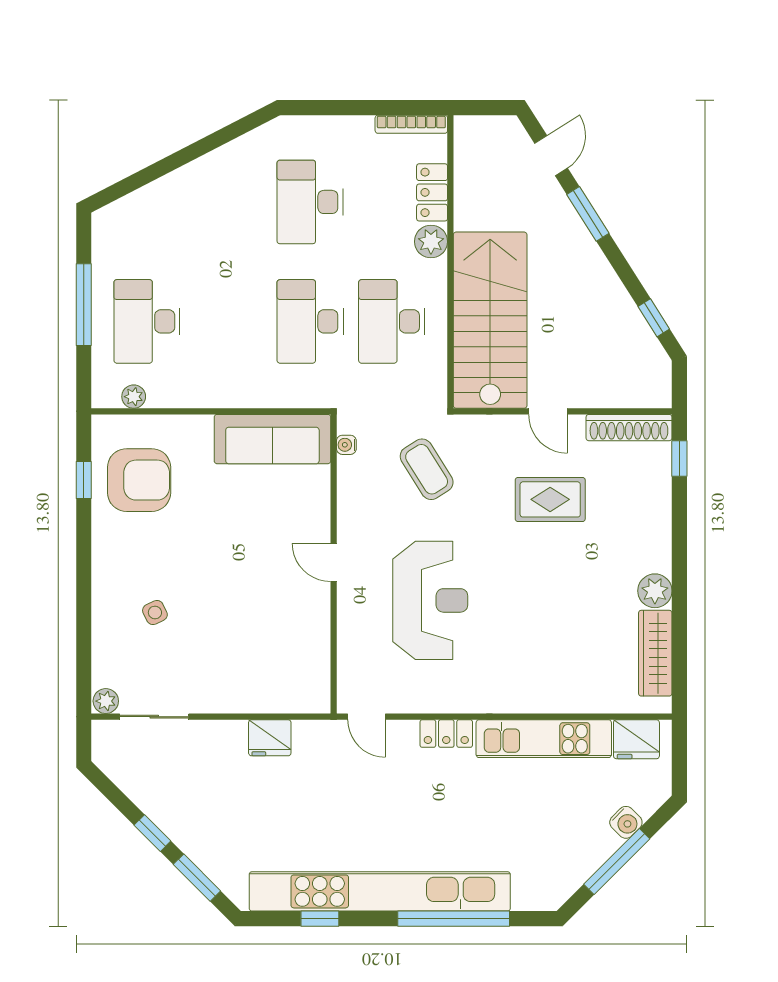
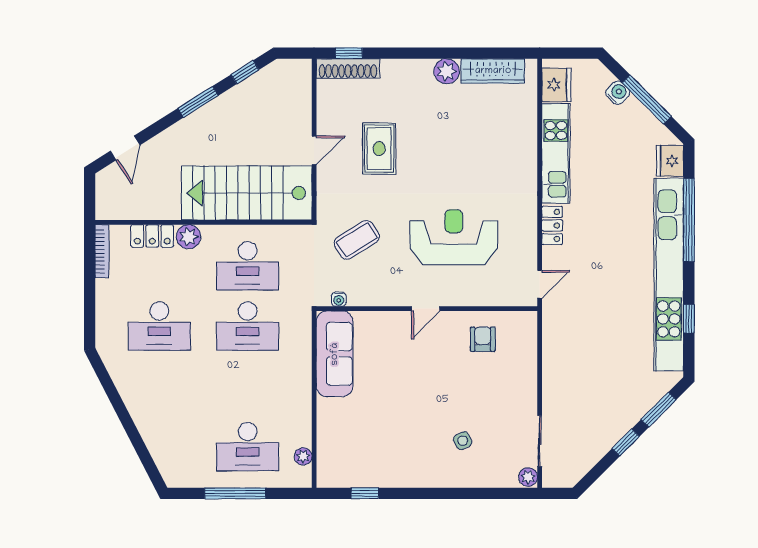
door: (551, 156) -> (125, 148), swing flipped
window: (588, 214) -> (198, 102), moved
shoe rack: (629, 428) -> (348, 69), moved, turned 90
armchair: (139, 480) -> (483, 339), moved, width x0.53, depth x0.53
fridge: (270, 738) -> (670, 161), moved, turned 180

